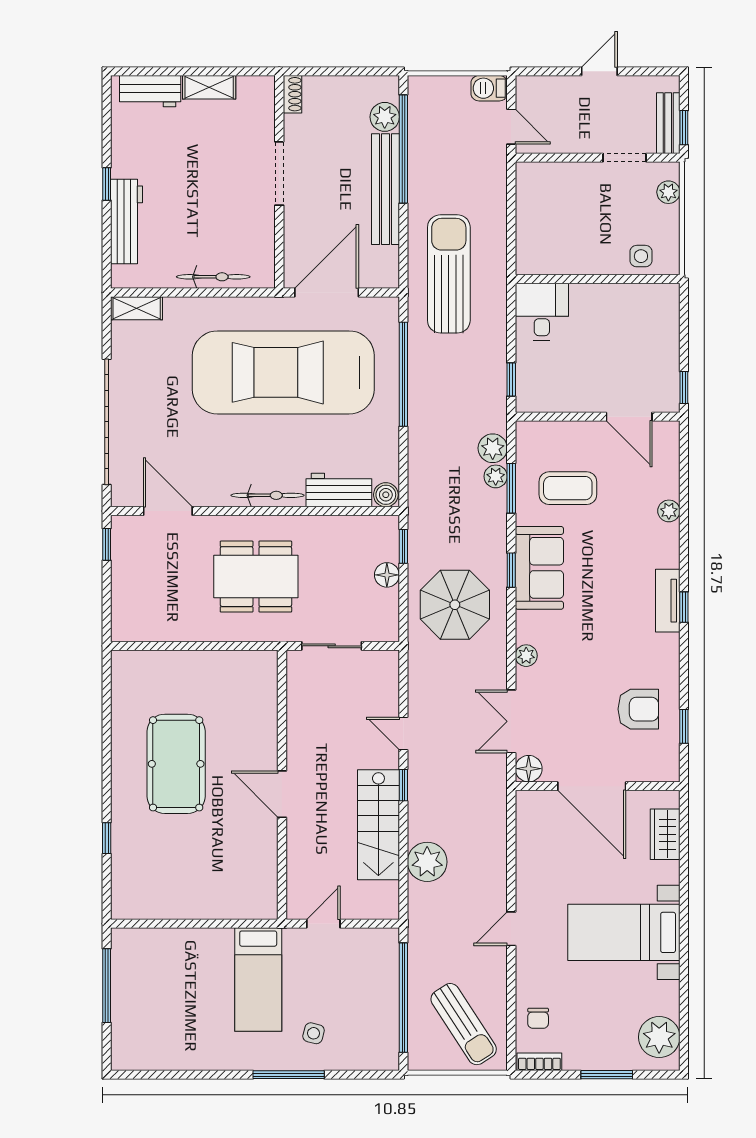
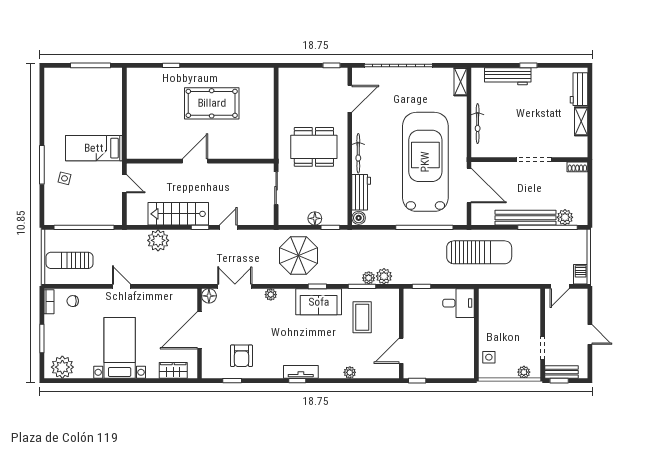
dining table: (256, 577) -> (314, 147), turned 90
sun lounger: (464, 1024) -> (69, 260), turned 33

